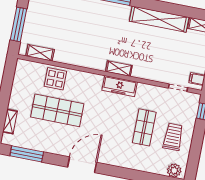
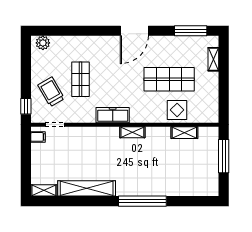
shelving: (40, 53) -> (184, 133), moved
shelving: (119, 69) -> (132, 132), moved
trolley: (173, 137) -> (51, 92), moved, turned 150

